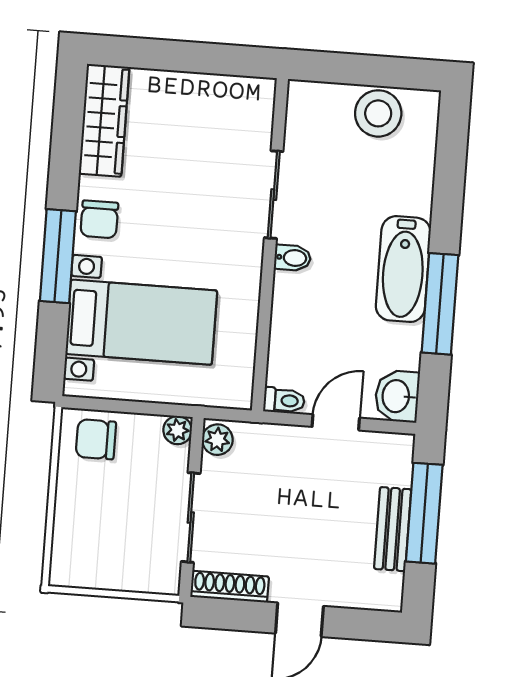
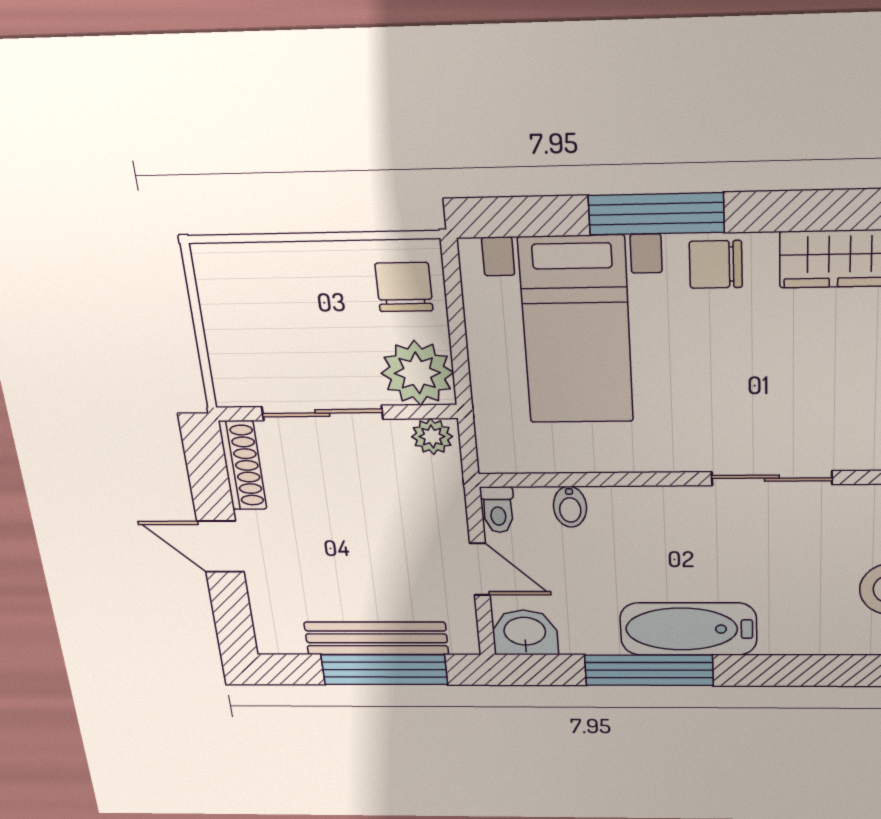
bidet: (292, 258) -> (570, 507), moved
plant: (178, 430) -> (417, 373), width x1.88, depth x1.88
bench: (393, 529) -> (376, 638), width x1.36

